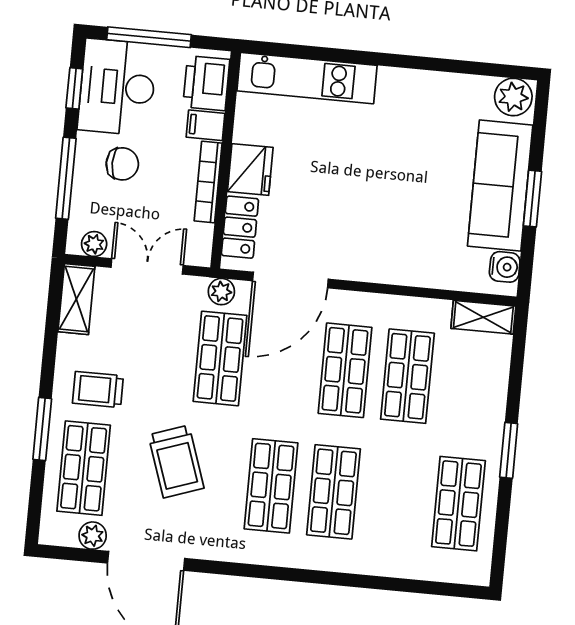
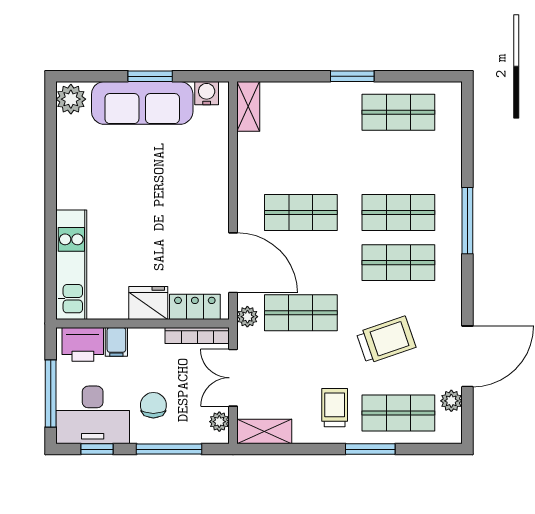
bookcase: (208, 182) -> (197, 336), moved
shop shelf: (407, 376) -> (301, 162), removed
trolley: (98, 389) -> (335, 408), turned 180
window: (315, 577) -> (467, 221), added

